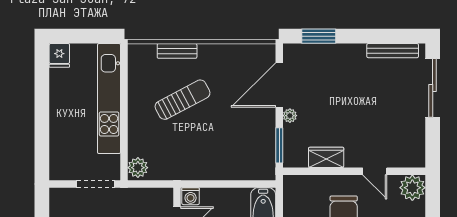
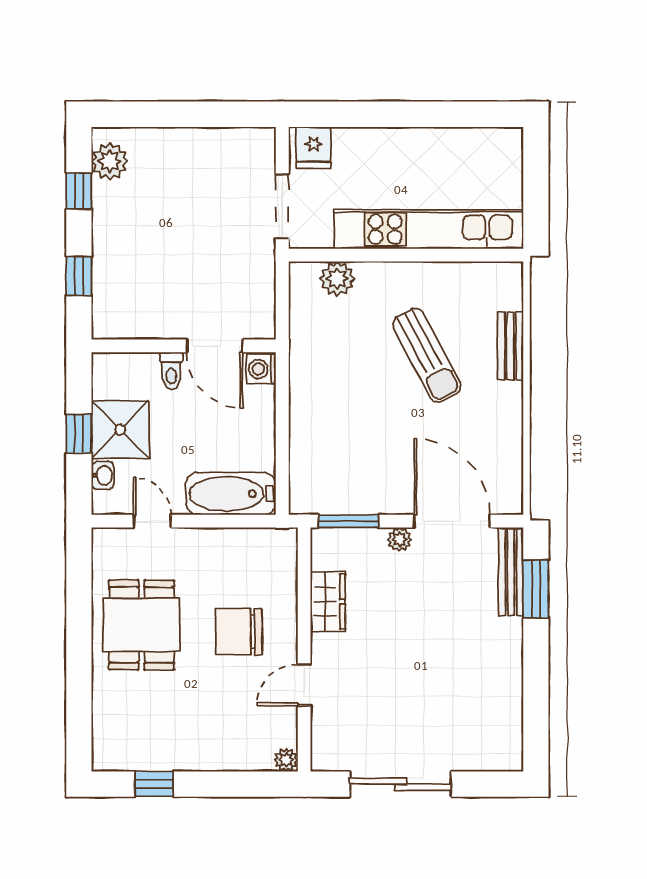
bench: (393, 51) -> (511, 572), moved
fridge: (59, 55) -> (314, 147), moved, turned -90
sliding door: (433, 88) -> (401, 784), moved
plant: (138, 168) -> (337, 279), moved
plant: (412, 188) -> (286, 760), width x0.53, depth x0.53

